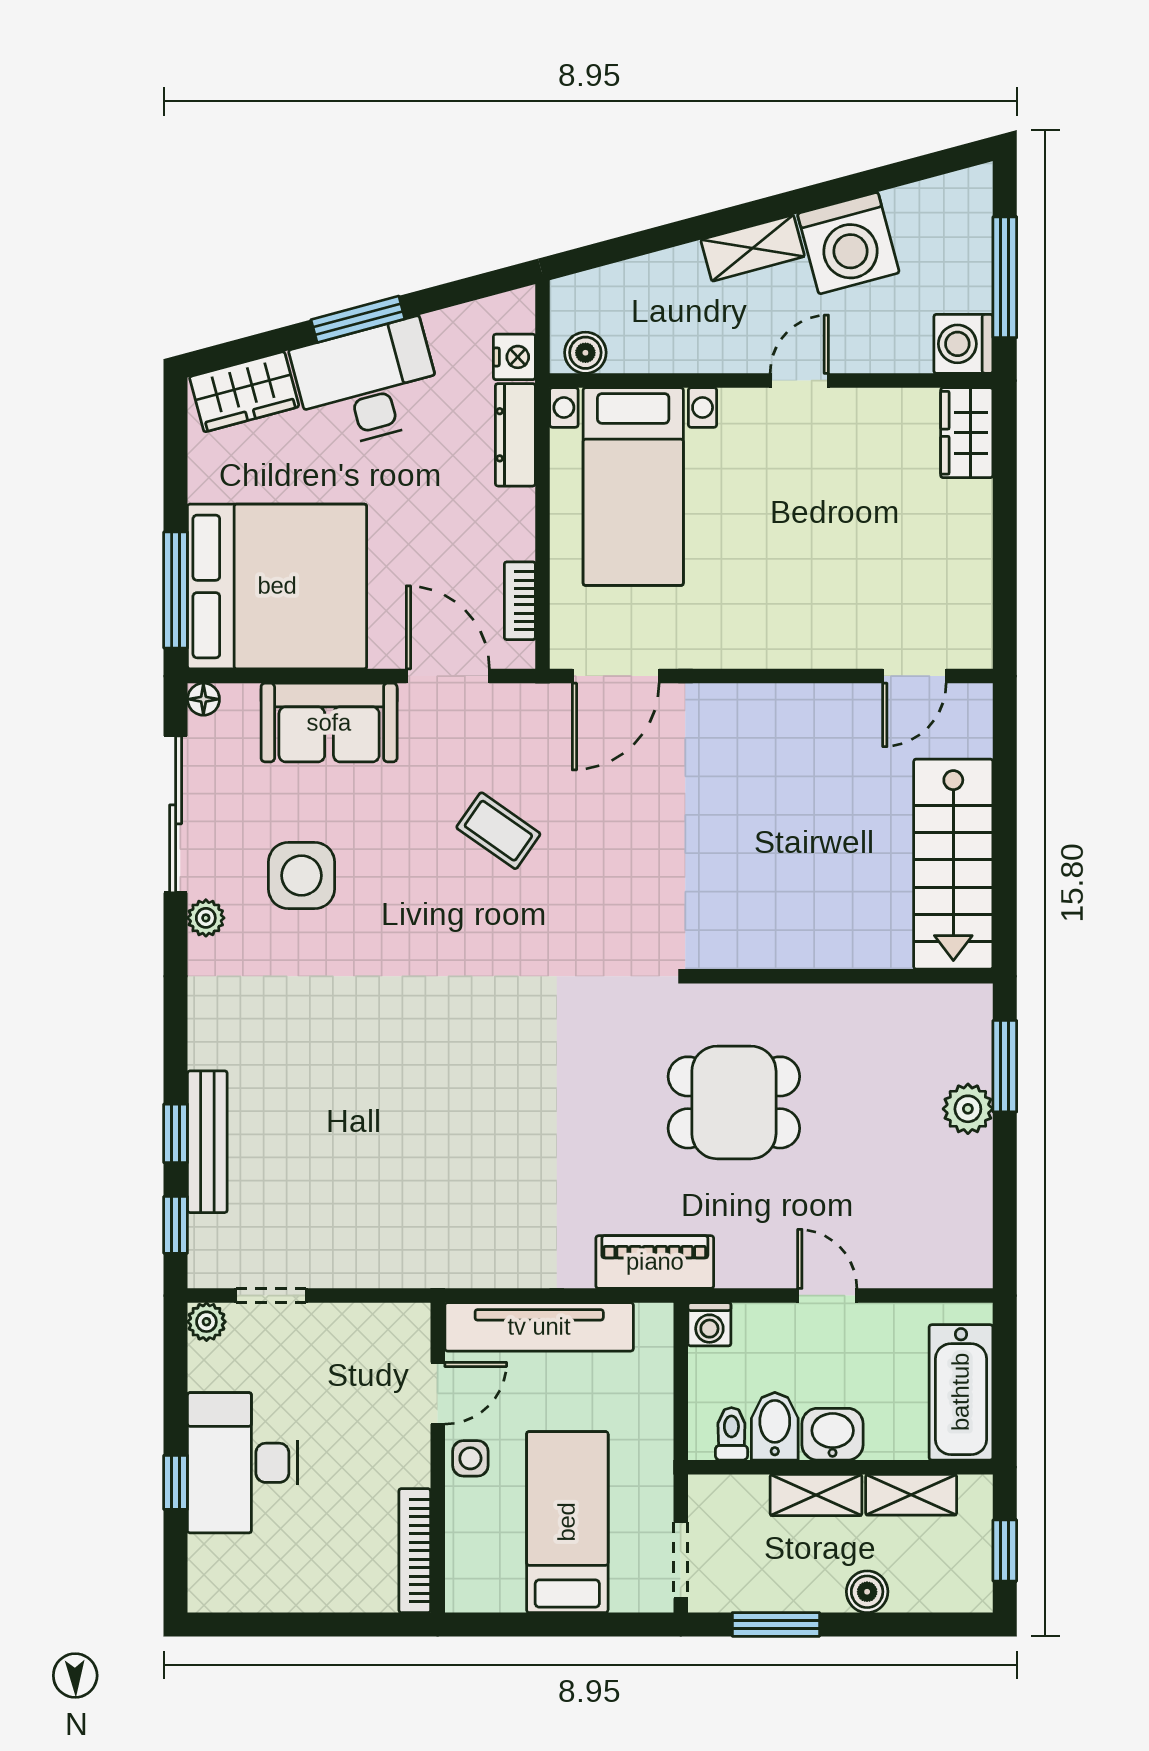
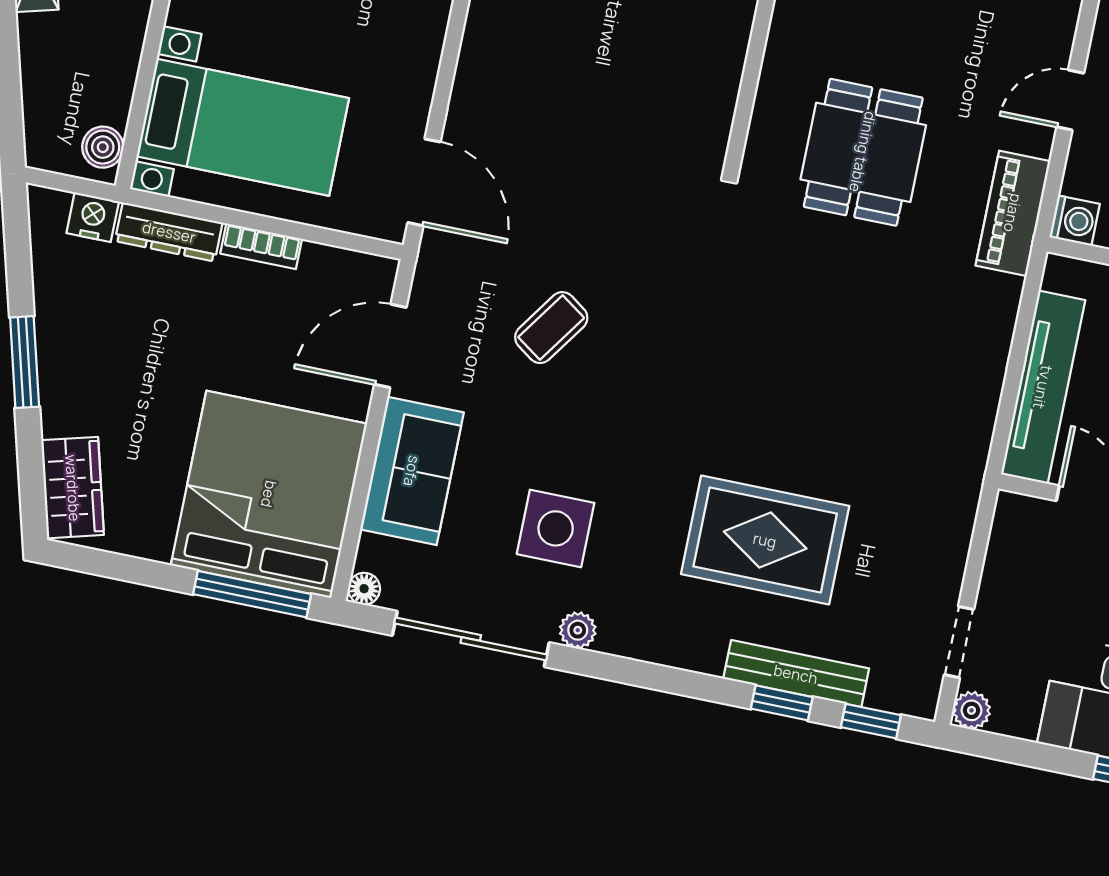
desk: (367, 384) -> (90, 366), removed
bookcase: (520, 601) -> (261, 246), moved
rug: (332, 1084) -> (765, 540), added
piano: (655, 1262) -> (1013, 213), moved

